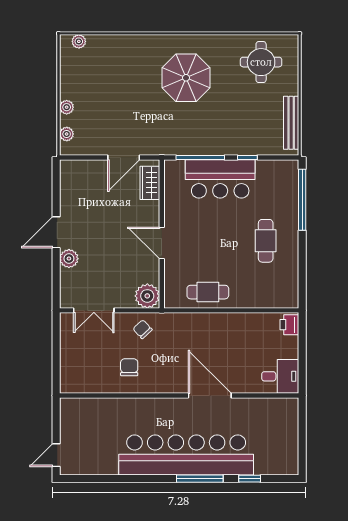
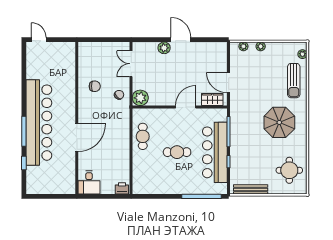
sun lounger: (120, 55) -> (294, 81), added
bar counter: (220, 179) -> (215, 152), width x1.36
cafe table: (266, 241) -> (177, 152), moved
door: (162, 243) -> (186, 107), moved

